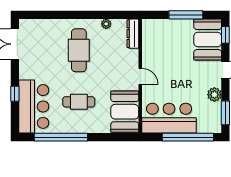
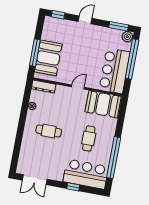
window: (186, 15) -> (35, 53), moved
booth: (208, 40) -> (48, 58), moved, turned 90
cafe table: (79, 50) -> (49, 131), width x0.73, depth x0.74
plant: (214, 95) -> (127, 37), moved

